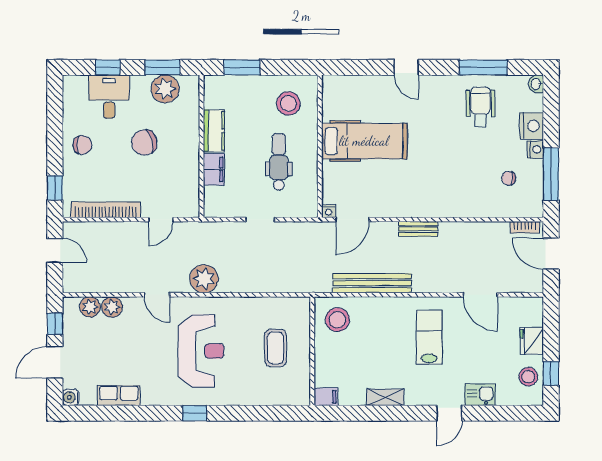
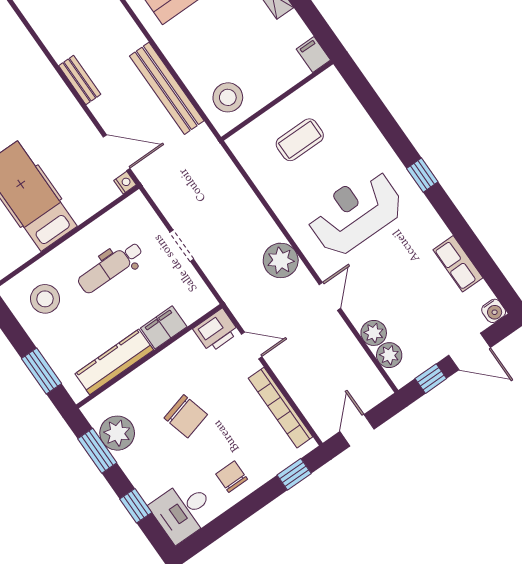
desk: (109, 97) -> (183, 511), moved
kitchen counter: (214, 131) -> (114, 362), width x1.50
printer: (187, 203) -> (216, 331), added

